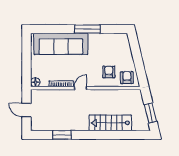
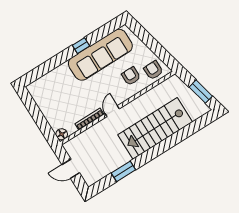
window: (87, 29) -> (81, 46), width x0.46
sofa: (61, 44) -> (100, 55), moved
stairs: (110, 123) -> (155, 128), width x1.36, depth x1.51

